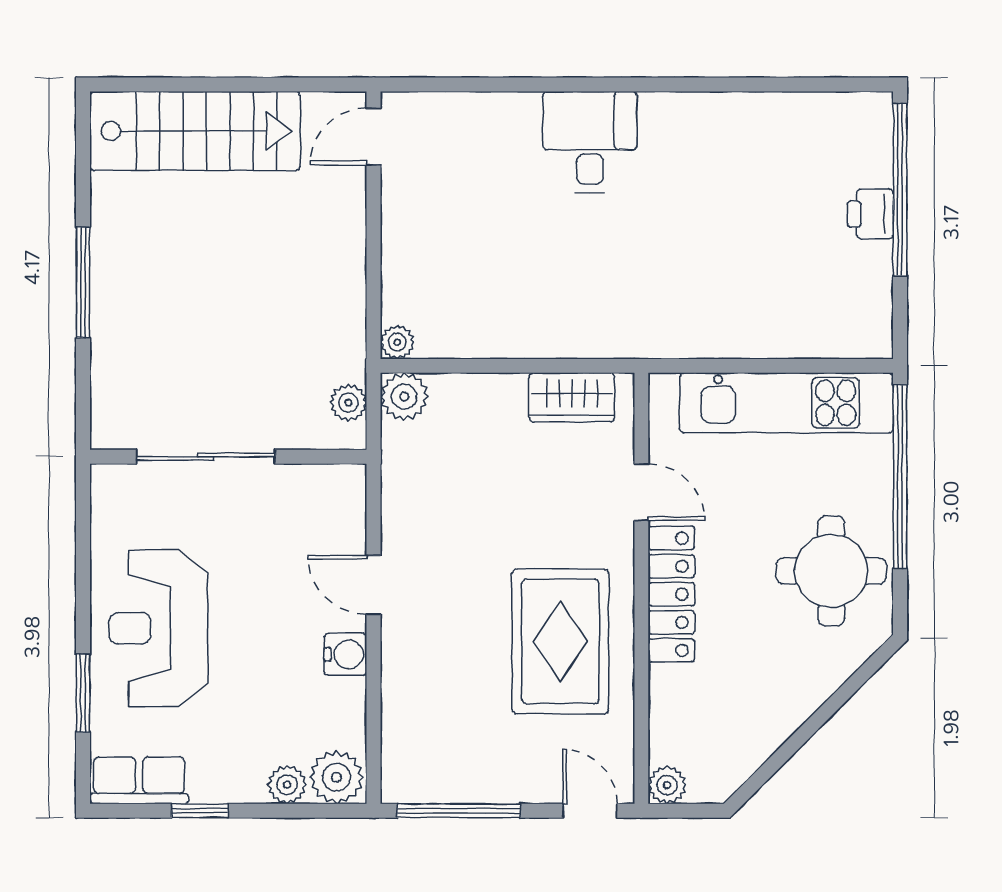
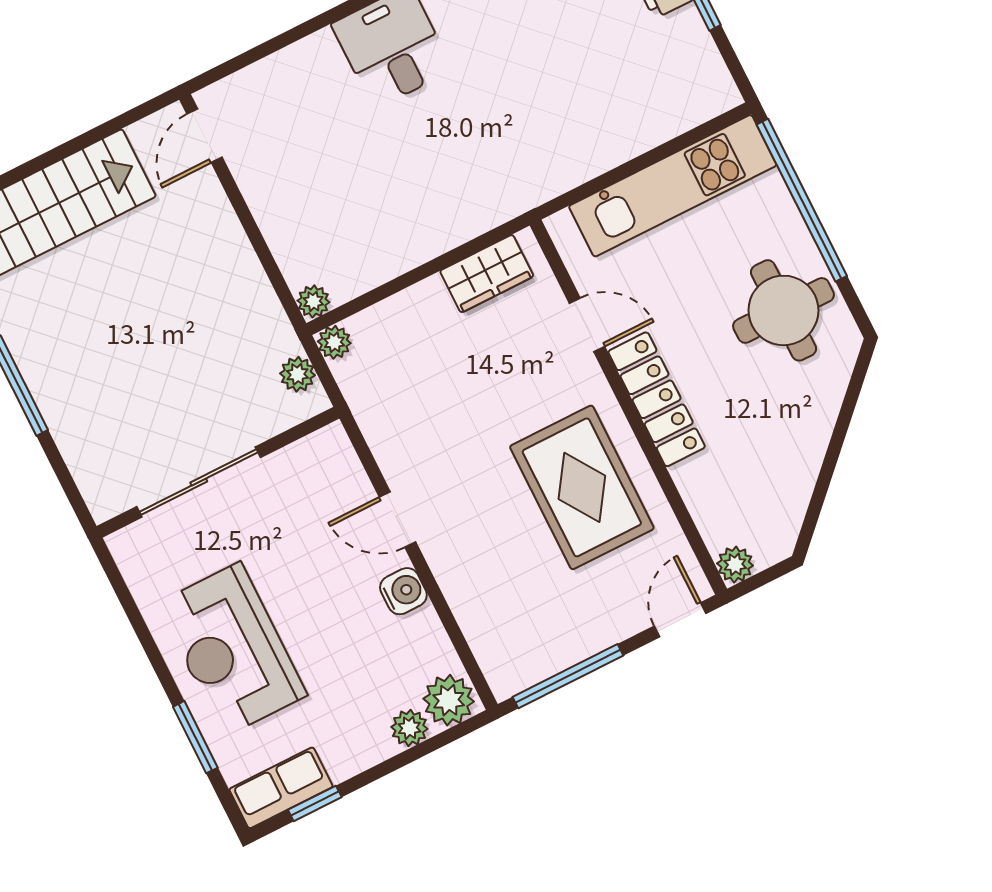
plant: (404, 397) -> (334, 342), width x0.73, depth x0.73
window: (200, 811) -> (315, 803), moved
door: (590, 811) -> (680, 620), hinge flipped

